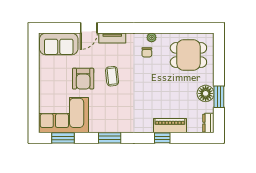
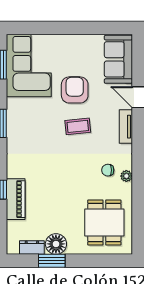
armchair: (83, 79) -> (75, 90), turned 90
dresser: (208, 123) -> (32, 248), moved

